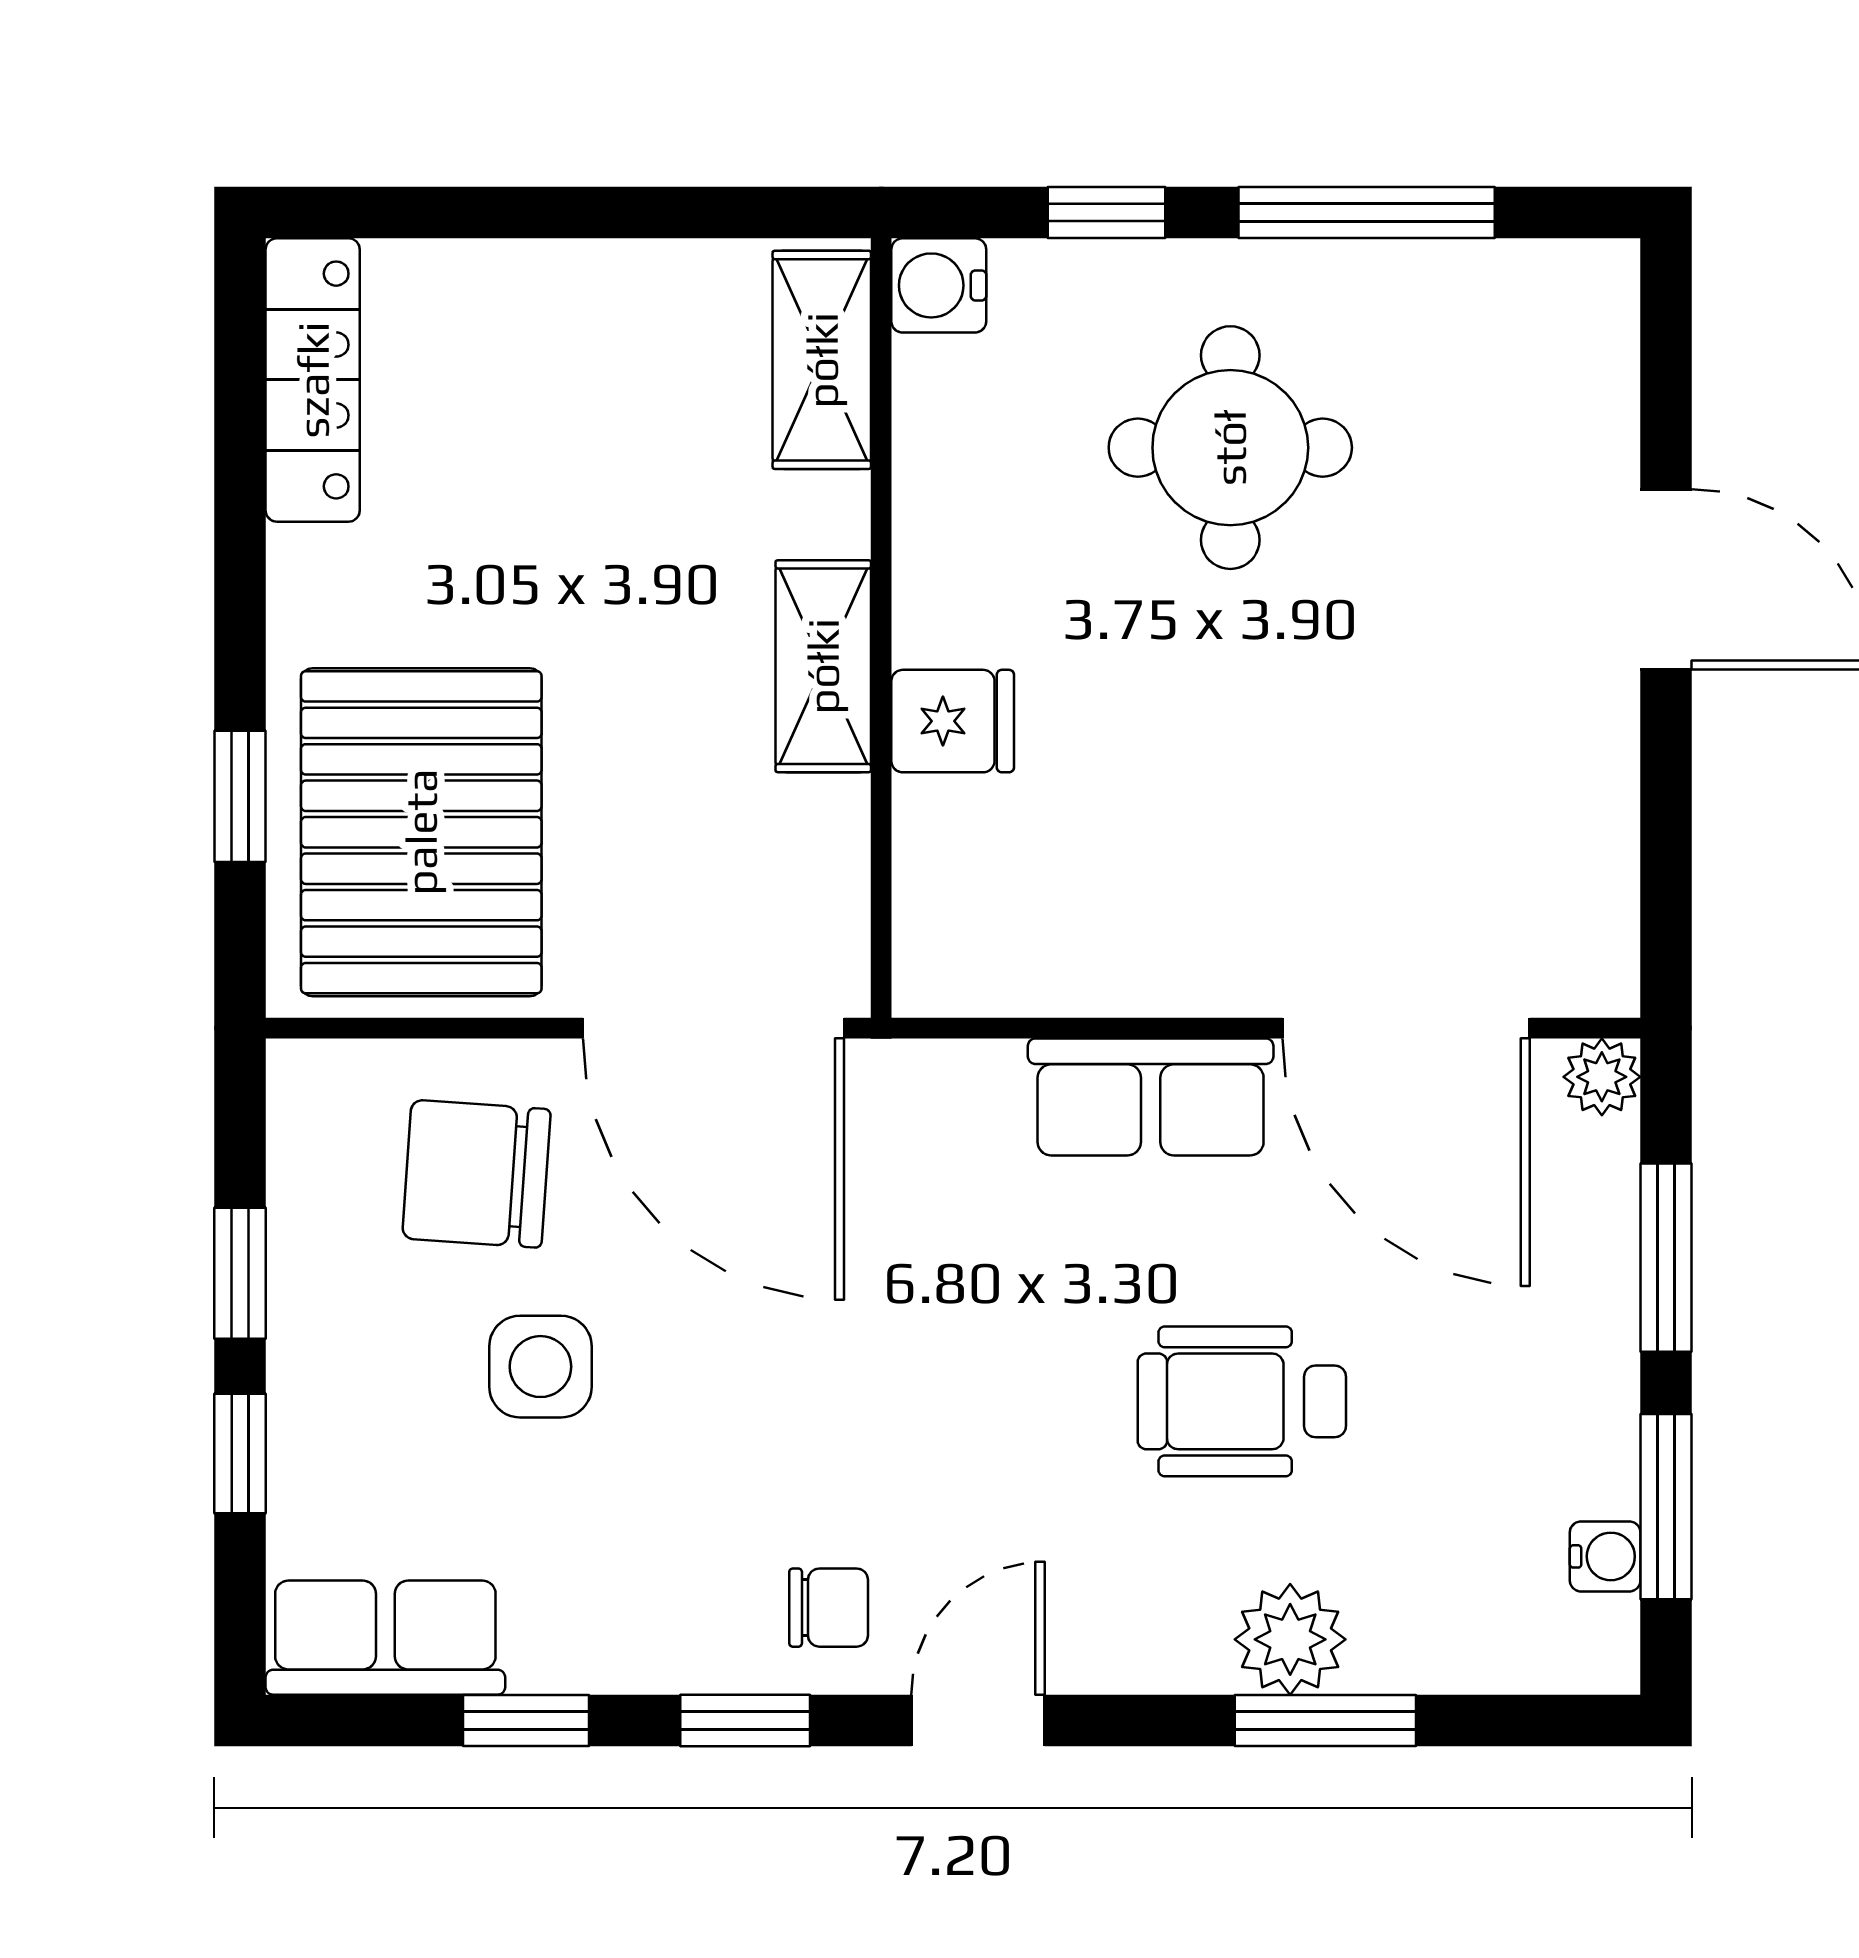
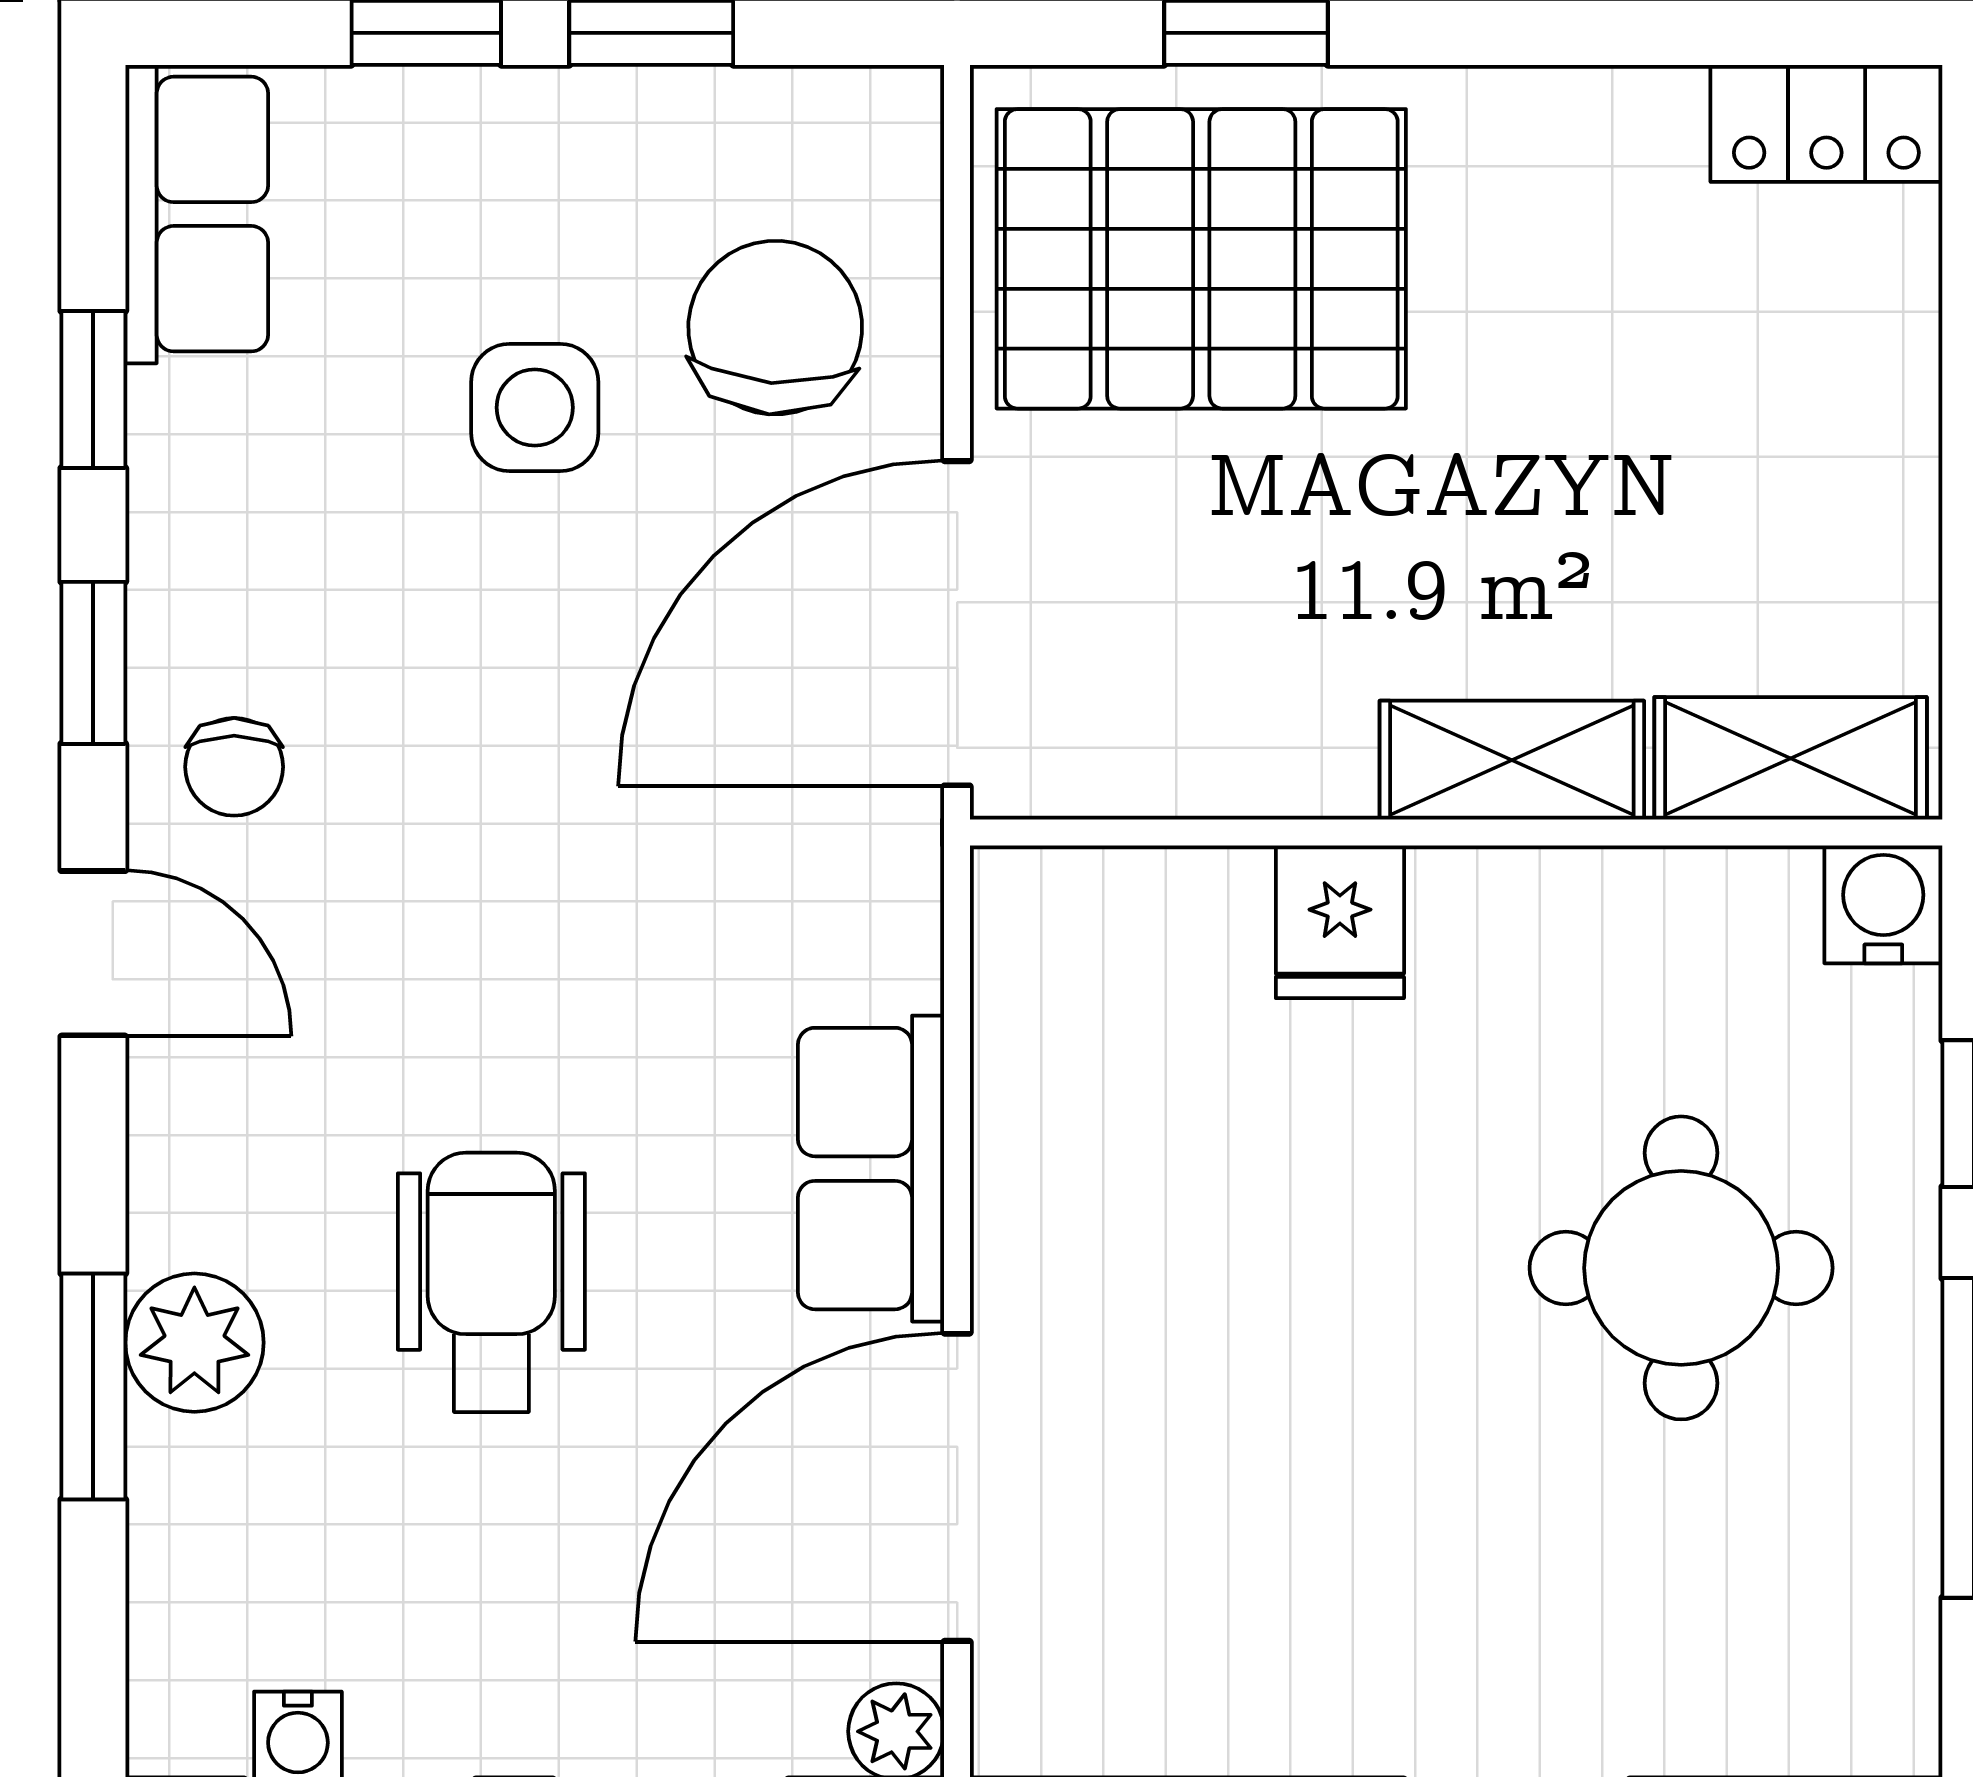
locker: (313, 380) -> (1826, 123), width x0.66
shelving: (823, 666) -> (1512, 760), moved

